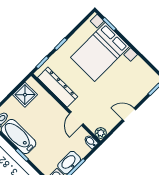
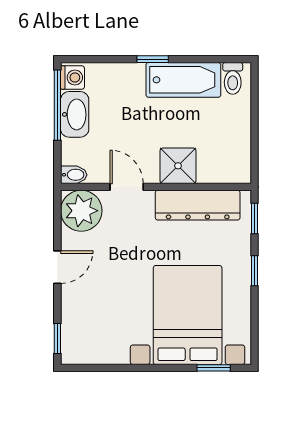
shower: (25, 95) -> (178, 166), moved
plant: (101, 133) -> (81, 211), width x1.88, depth x1.88

